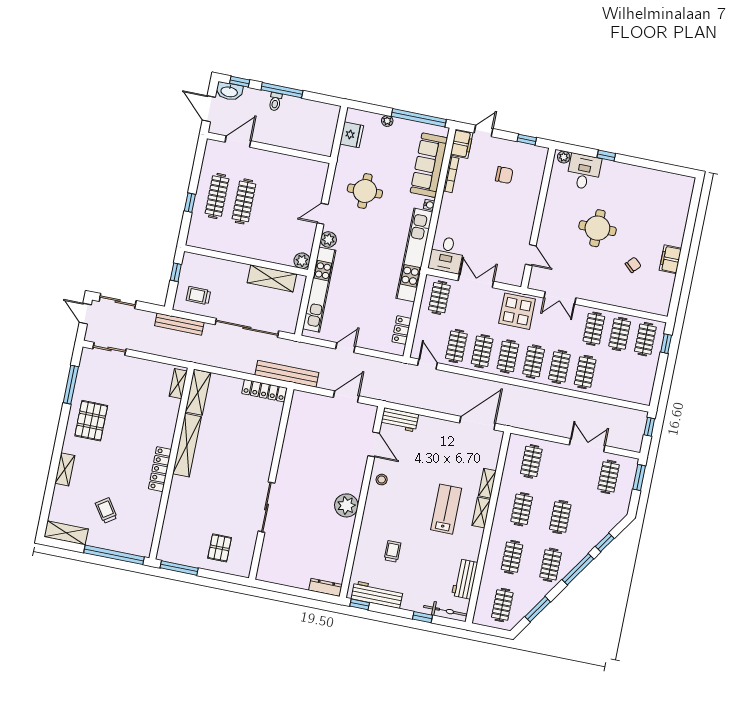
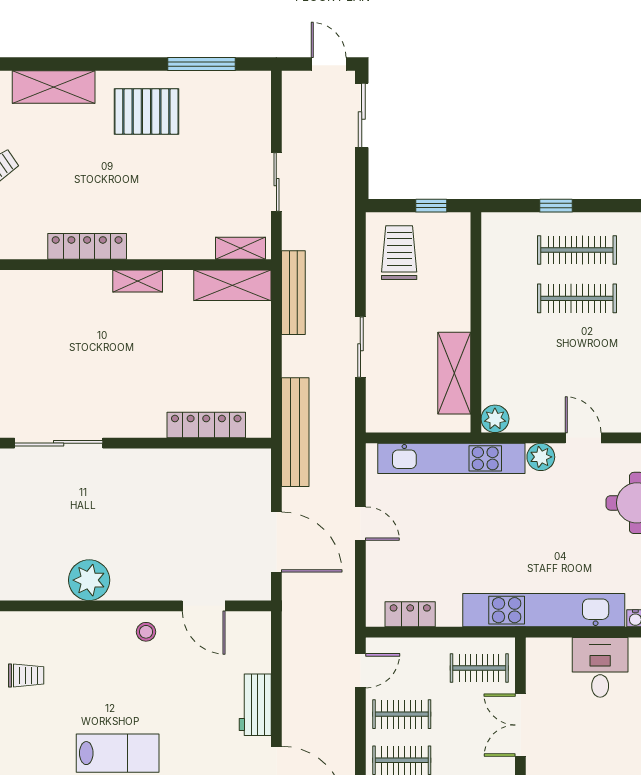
desk: (446, 255) -> (600, 667), moved, turned 90
double door: (476, 281) -> (520, 725), swing flipped
trolley: (198, 296) -> (399, 253), width x1.36, depth x1.39
door: (85, 314) -> (329, 64), hinge flipped
bench: (179, 324) -> (293, 293), moved
sliding door: (247, 328) -> (360, 347), width x0.54
sliding door: (110, 349) -> (276, 182), moved
locker: (264, 391) -> (206, 425), moved, turned 90
door: (346, 397) -> (276, 542), width x1.36
workbench: (400, 420) -> (255, 705), moved
door: (374, 444) -> (204, 606), hinge flipped
shelving: (187, 445) -> (138, 281), width x0.45, depth x0.75
shelving: (65, 469) -> (54, 87), width x1.50, depth x1.33

